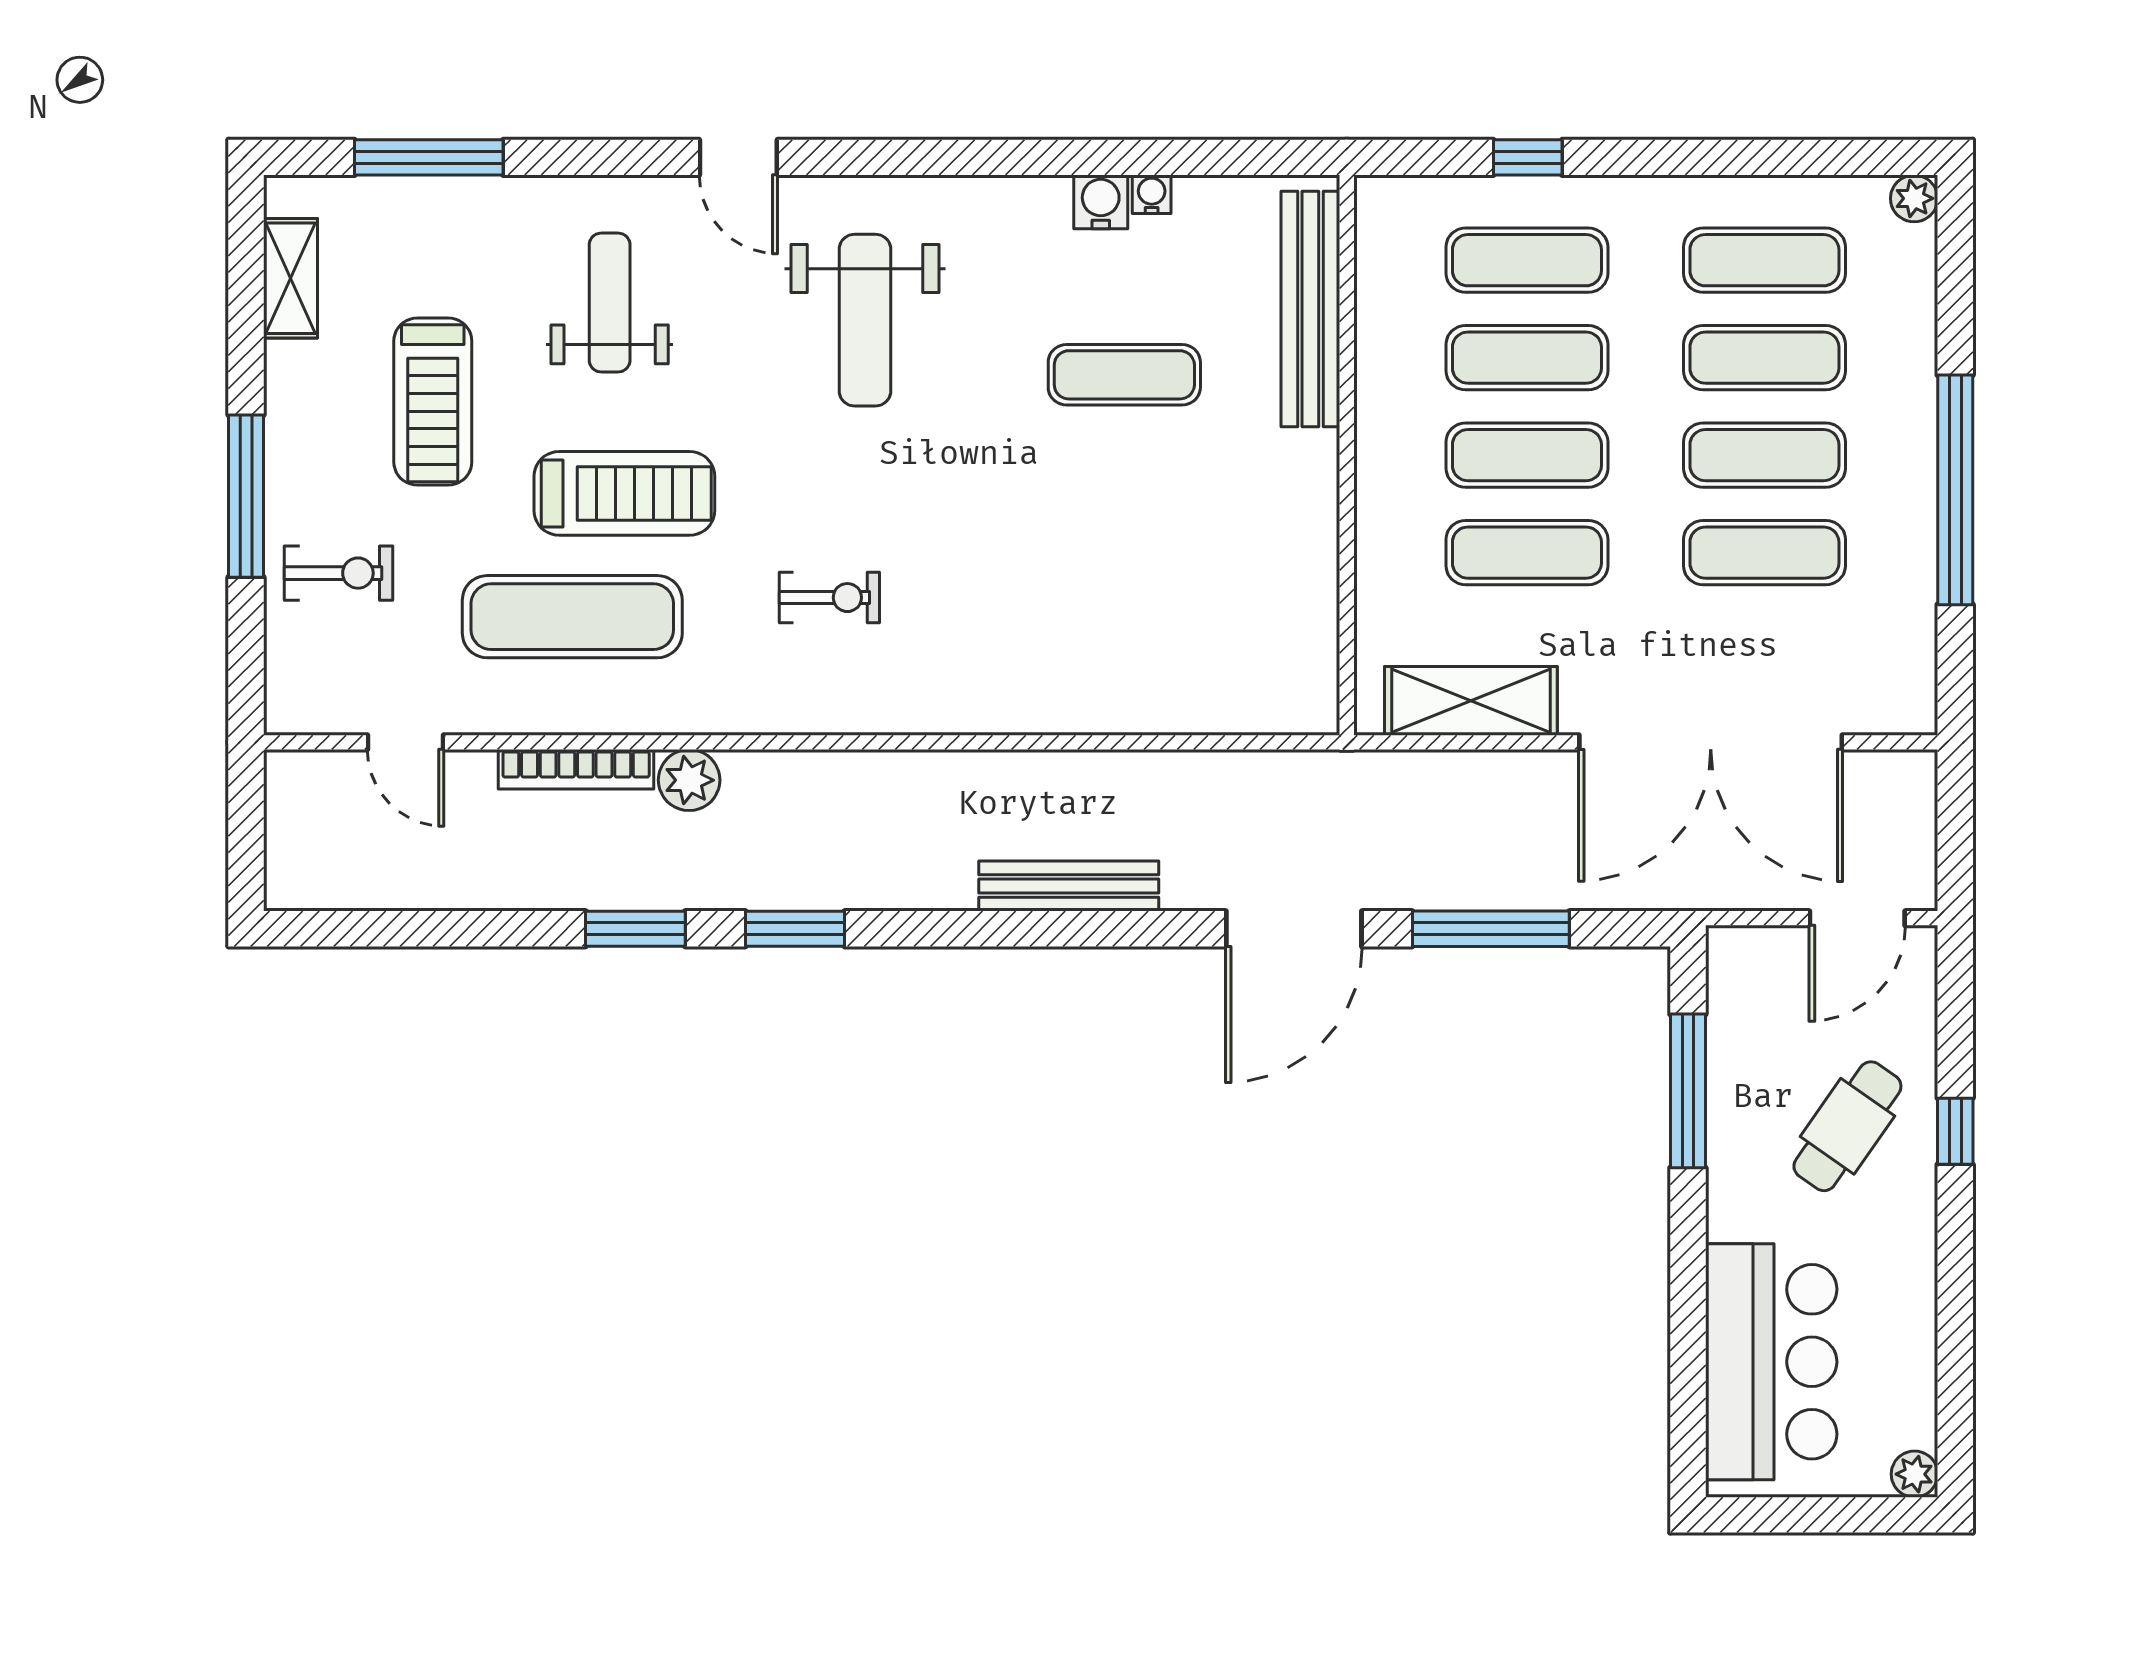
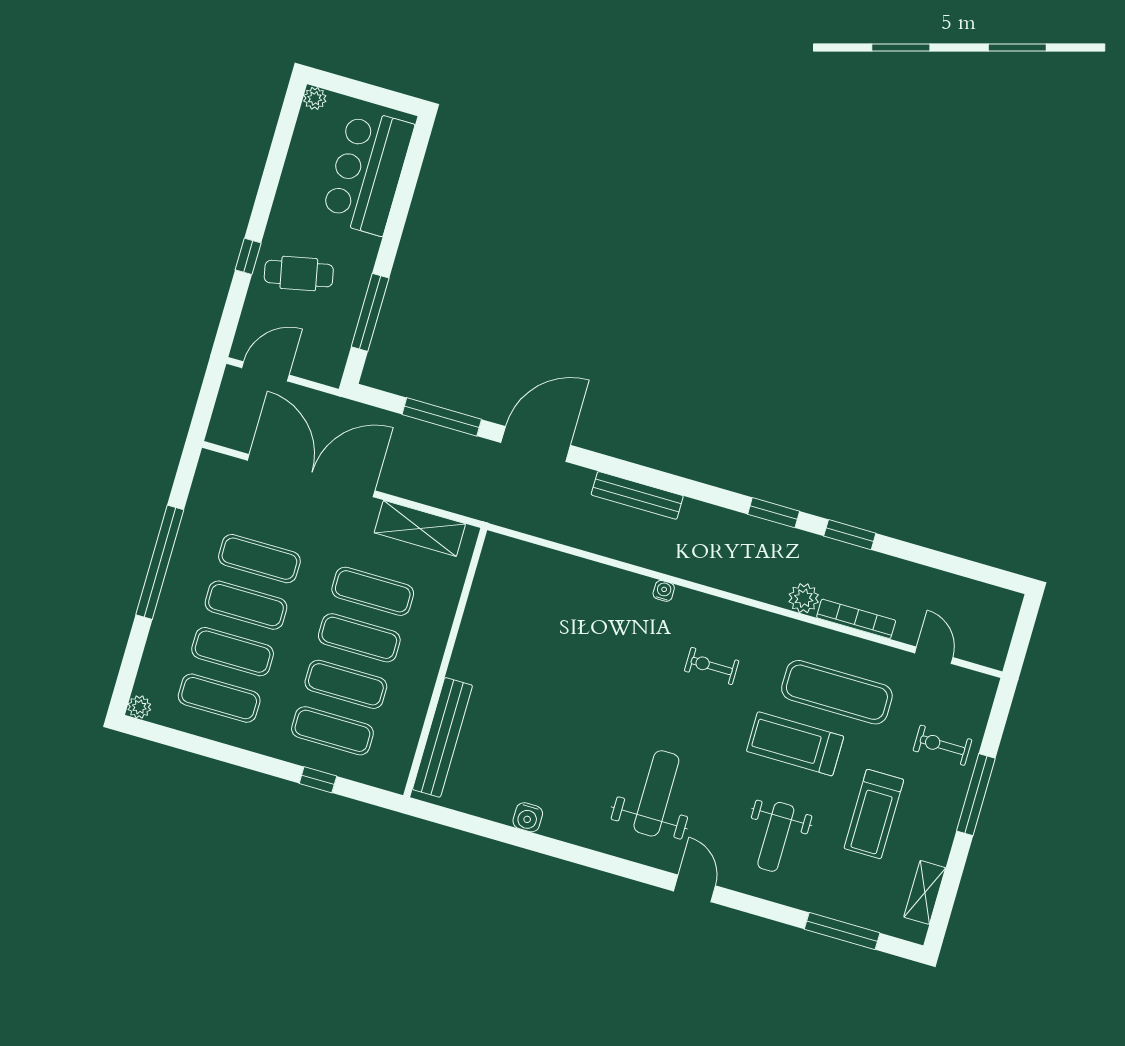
water cooler: (1152, 194) -> (664, 591), moved, turned 180
exercise mat: (1124, 375) -> (540, 732), removed
treadmill: (433, 402) -> (874, 814), turned 180
cafe table: (1847, 1126) -> (299, 274), turned 43

